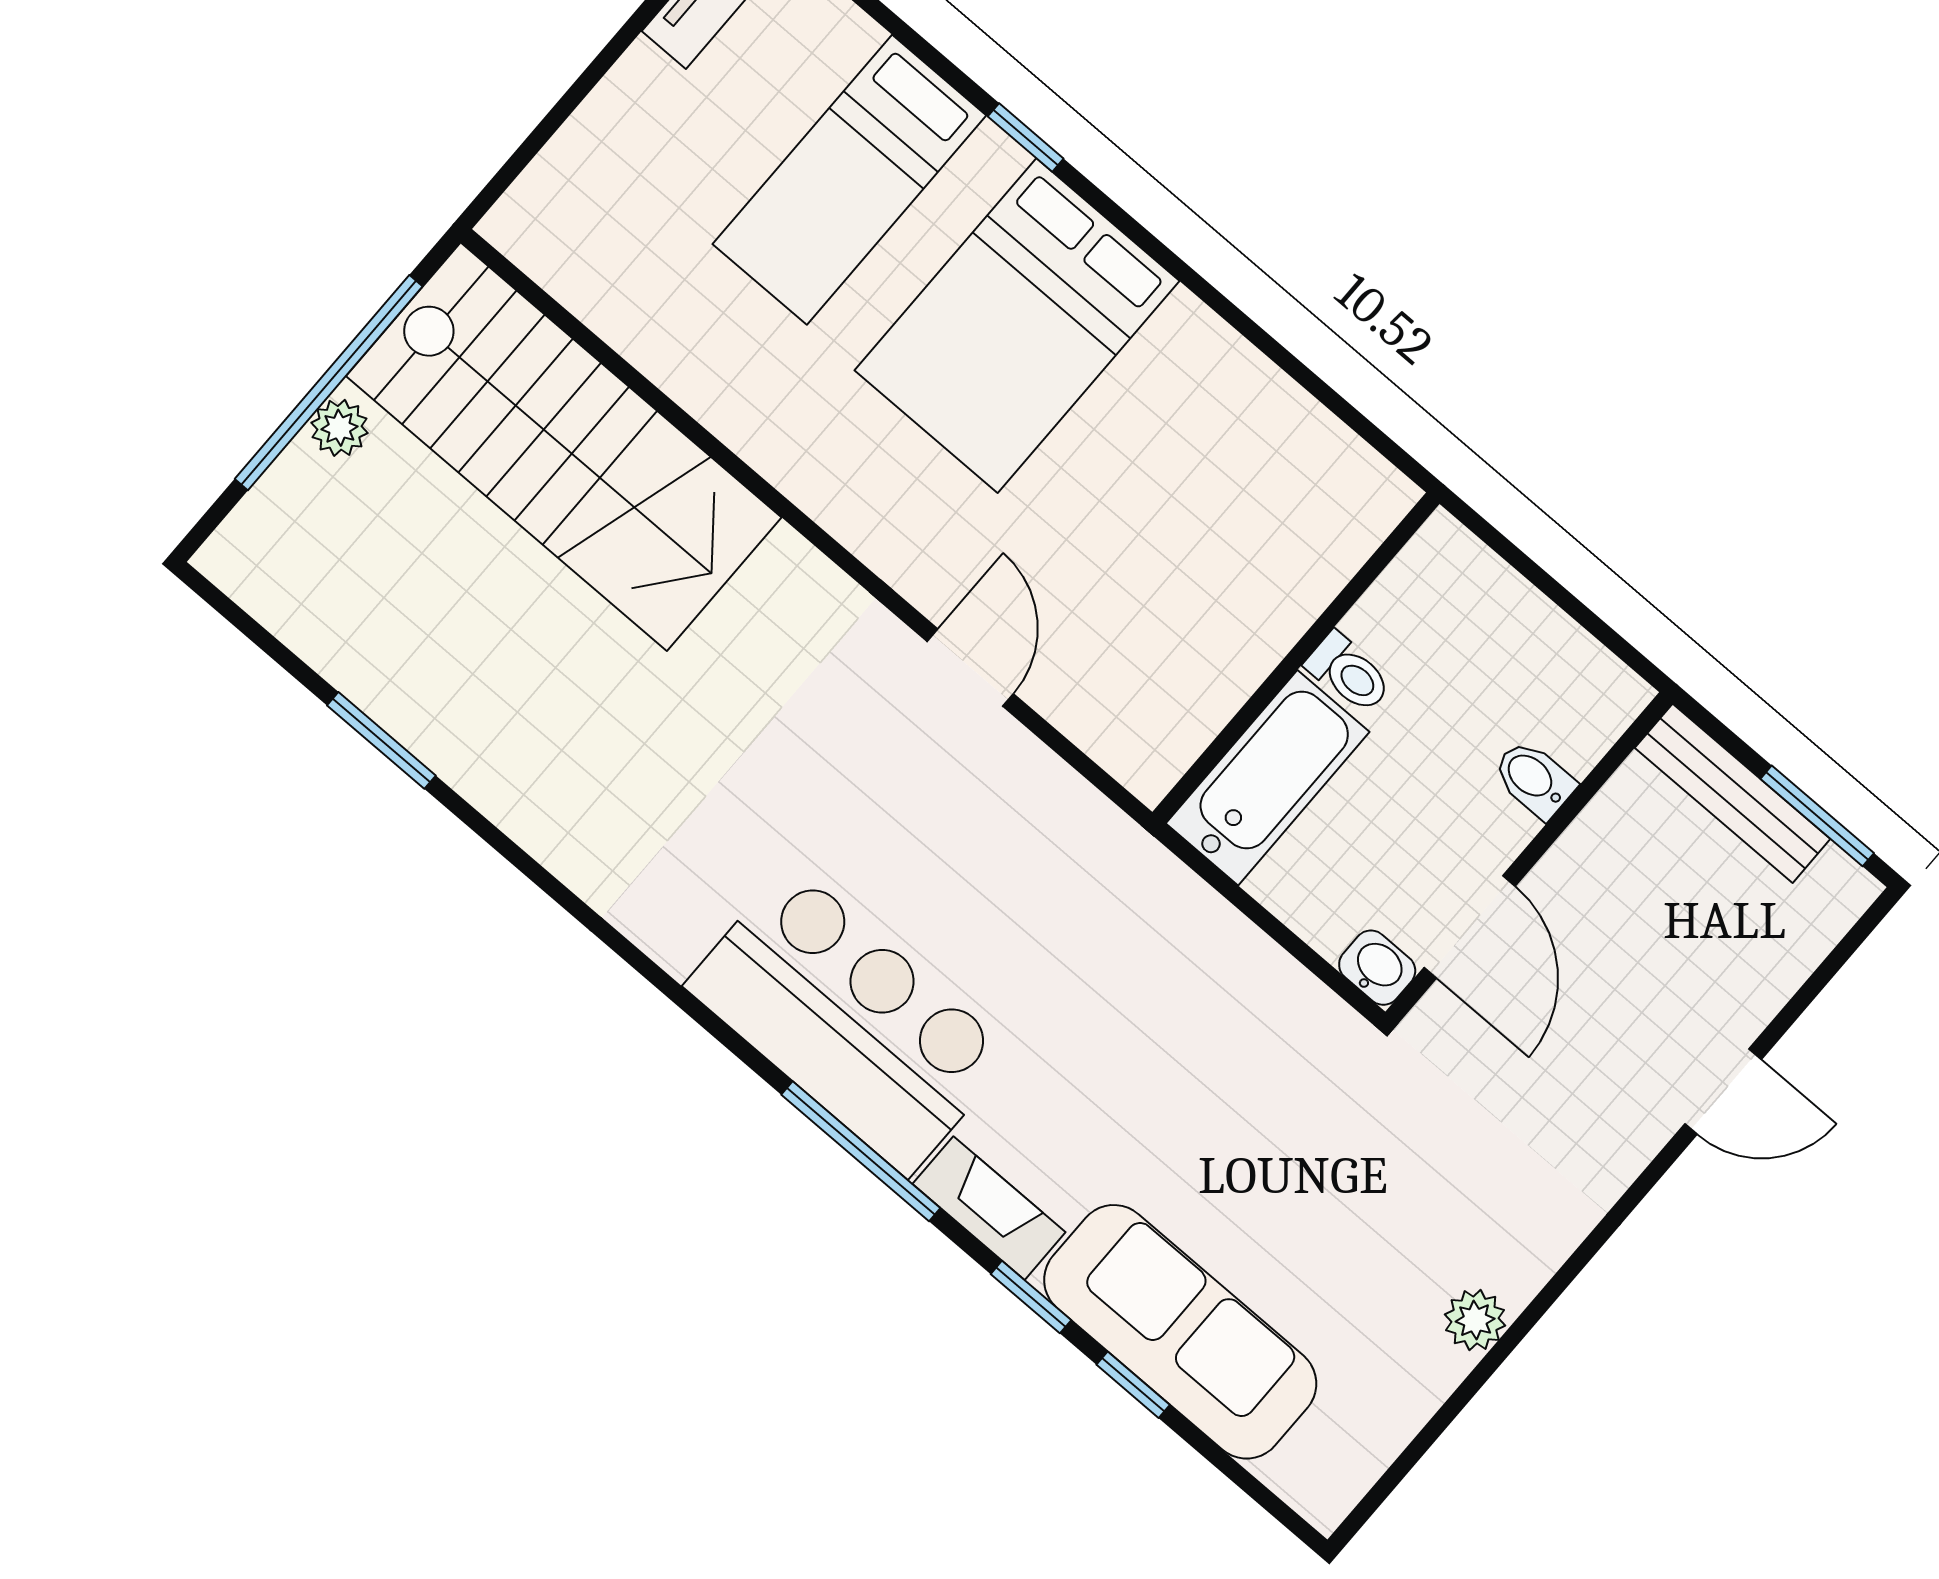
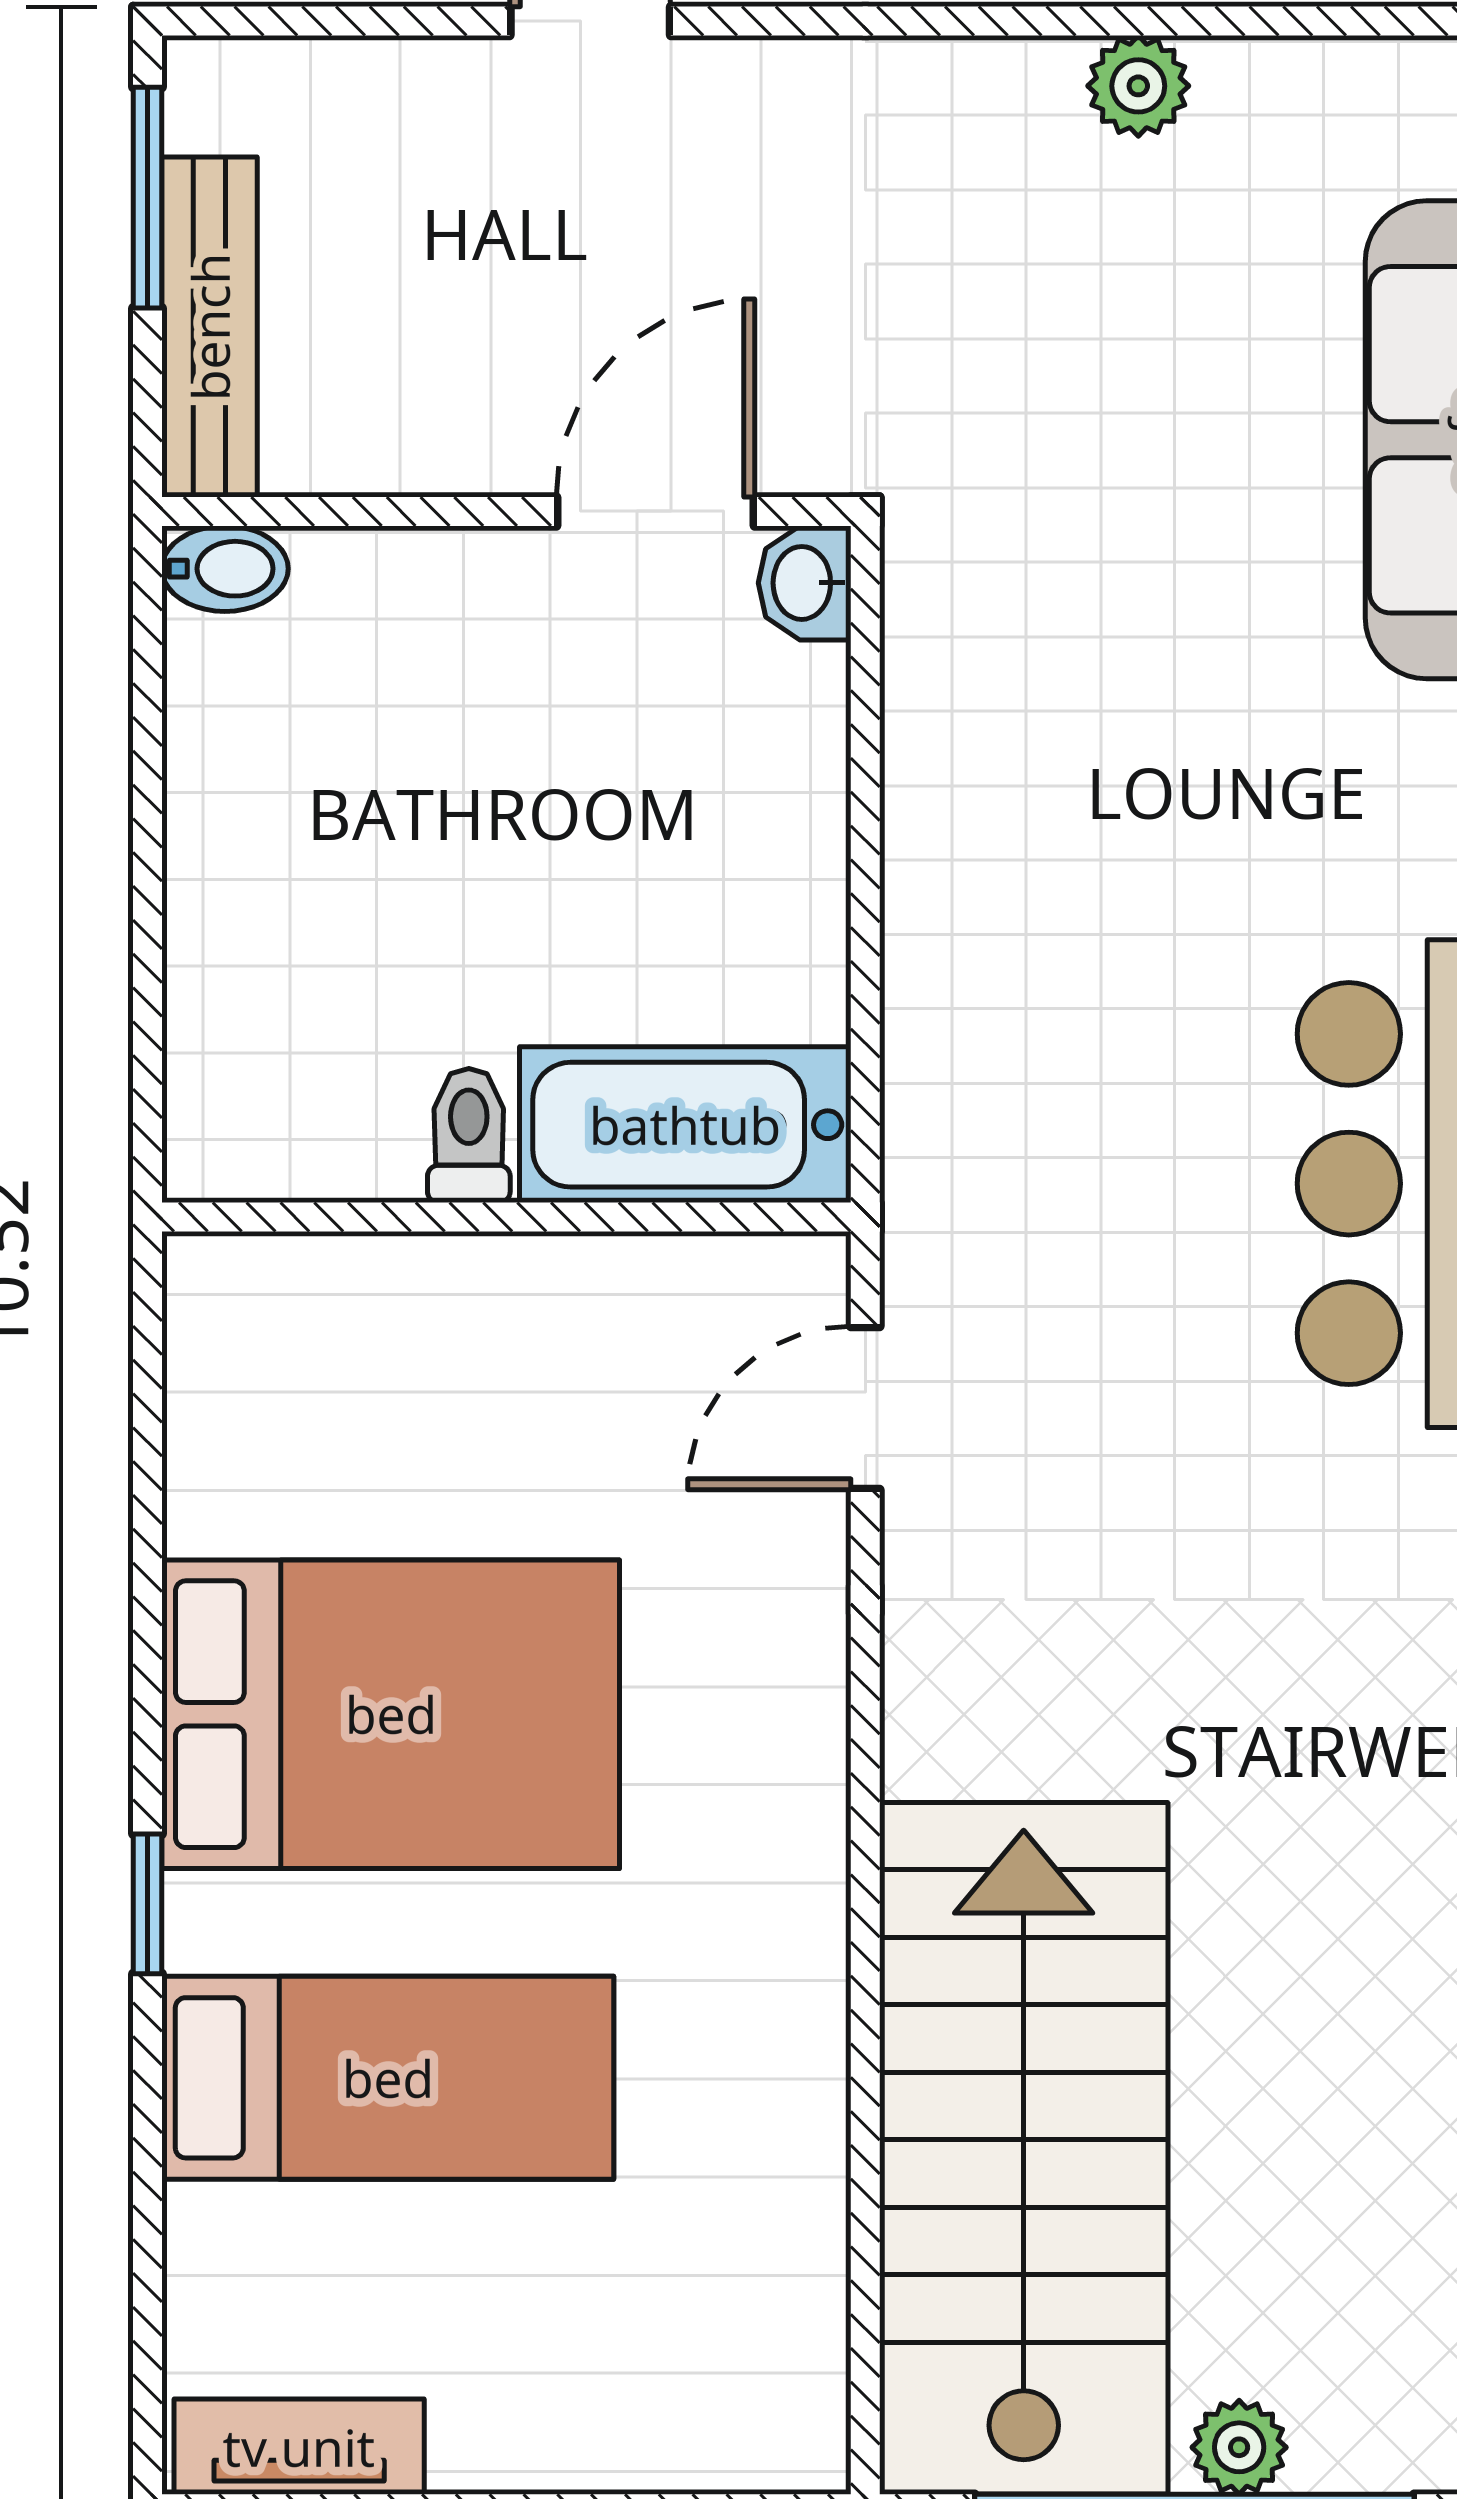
wall: (1296, 658) -> (506, 1217), moved
toilet: (1349, 673) -> (469, 1136), moved
bathtub: (1268, 778) -> (685, 1125), moved
bidet: (1534, 779) -> (225, 569), moved, turned -90

